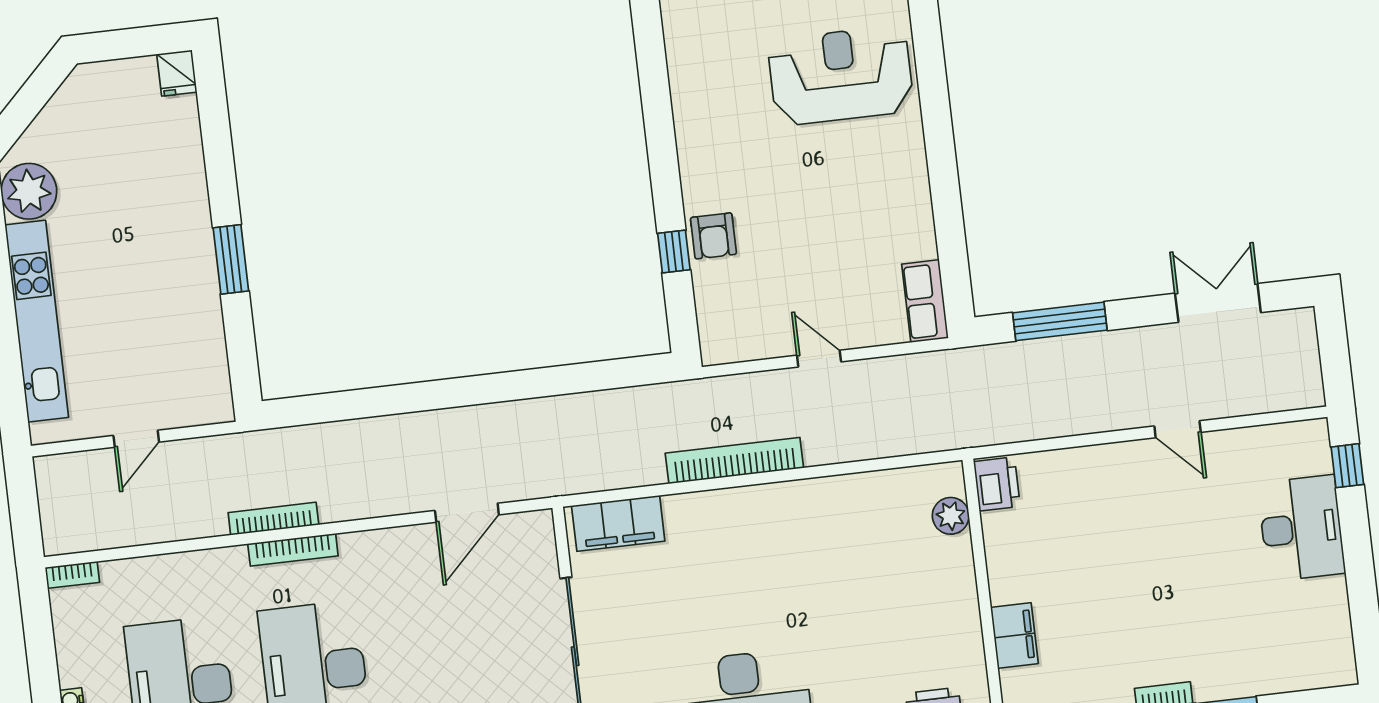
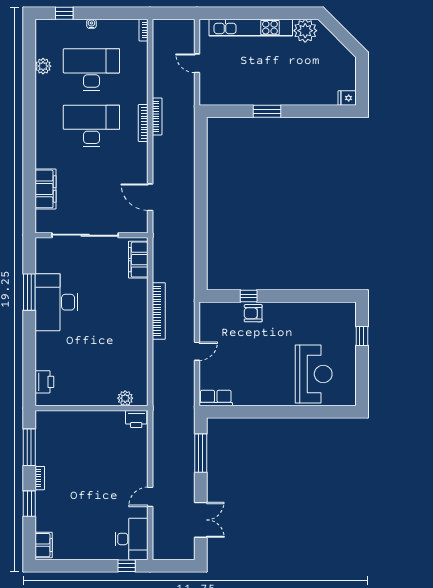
desk: (1301, 528) -> (132, 539), moved, turned -90
filing cabinet: (1014, 636) -> (44, 545), moved, turned -90

